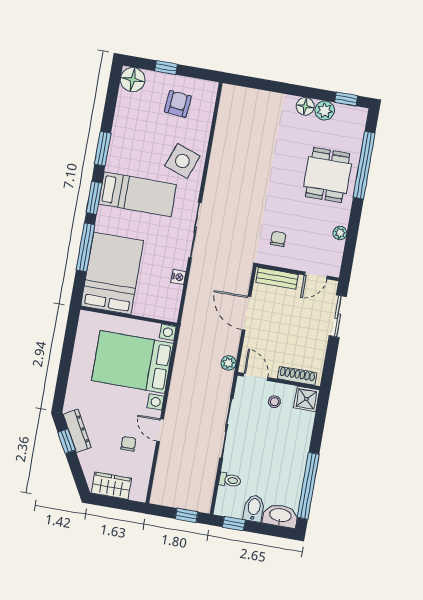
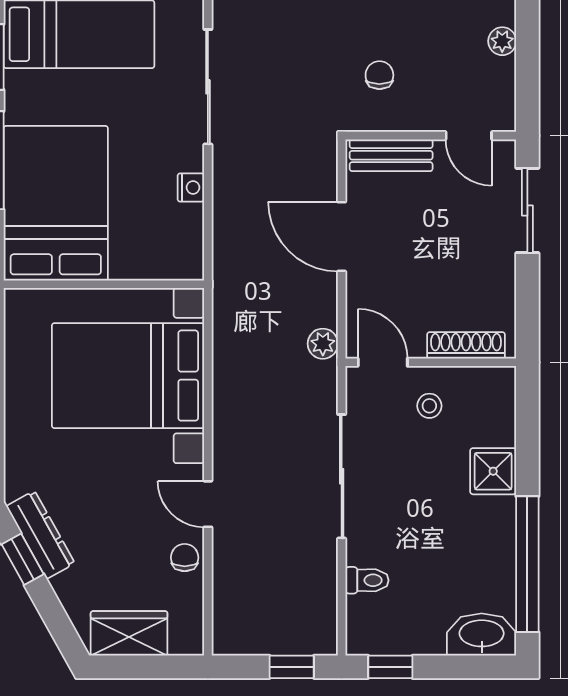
door: (316, 275) -> (469, 136), hinge flipped
shower: (306, 399) -> (493, 471), moved
chair: (128, 444) -> (185, 558), moved
bidet: (254, 508) -> (425, 629), removed

